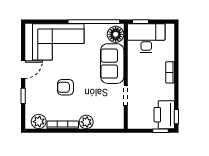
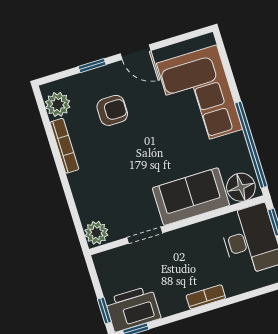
armchair: (65, 87) -> (112, 110), moved, turned 90
plant: (86, 122) -> (96, 233), moved

